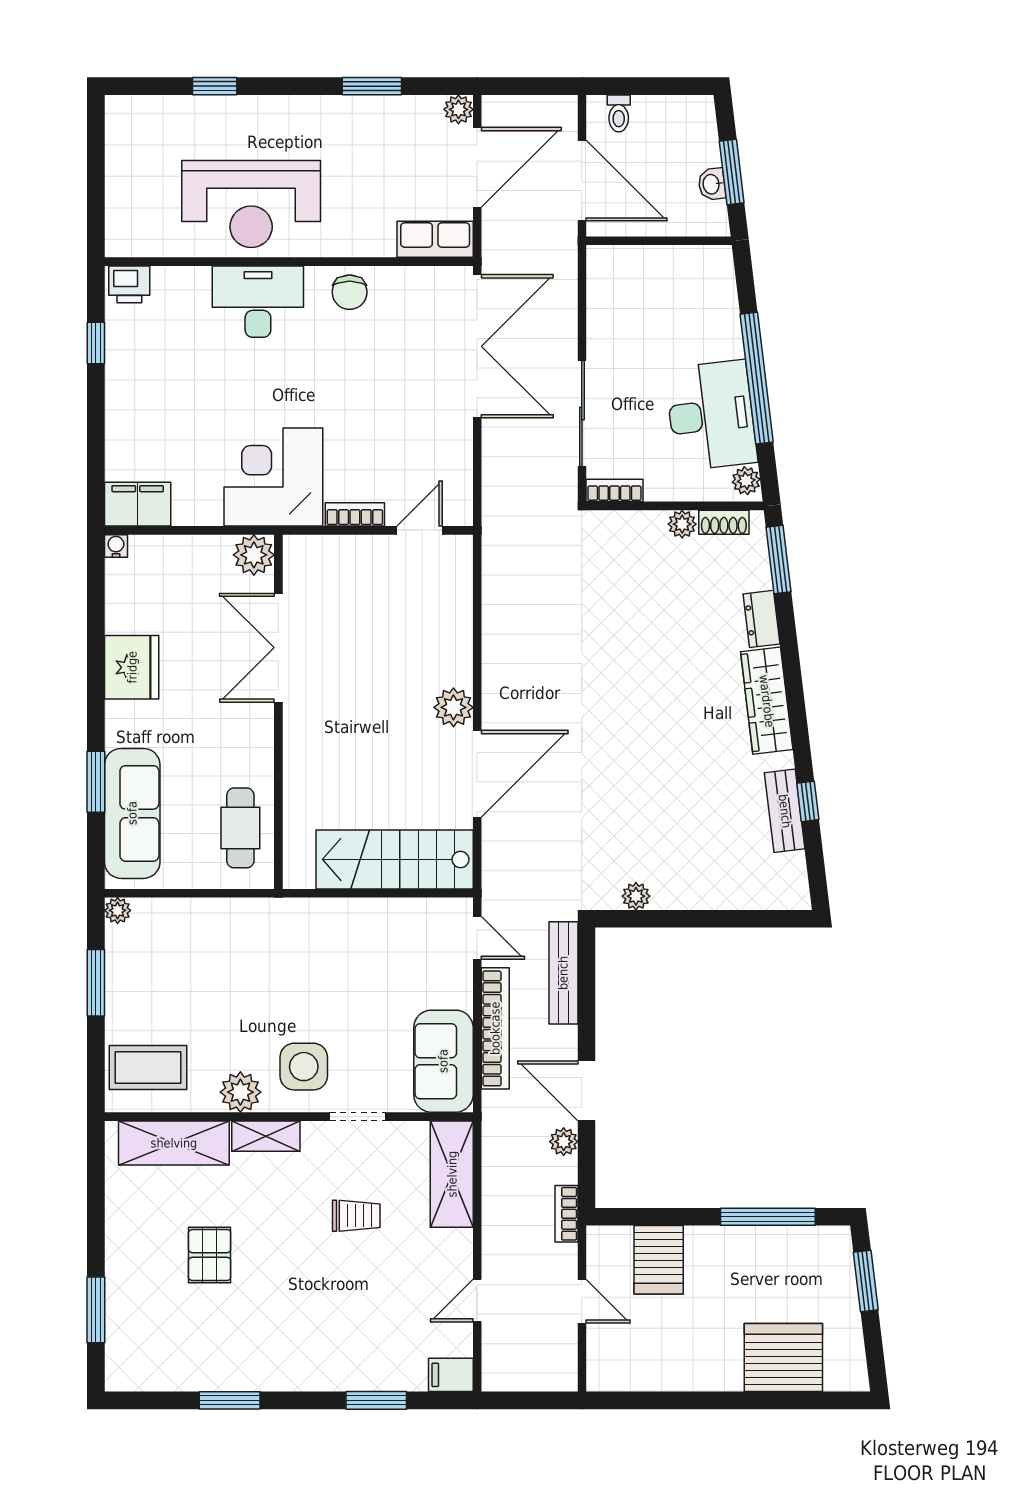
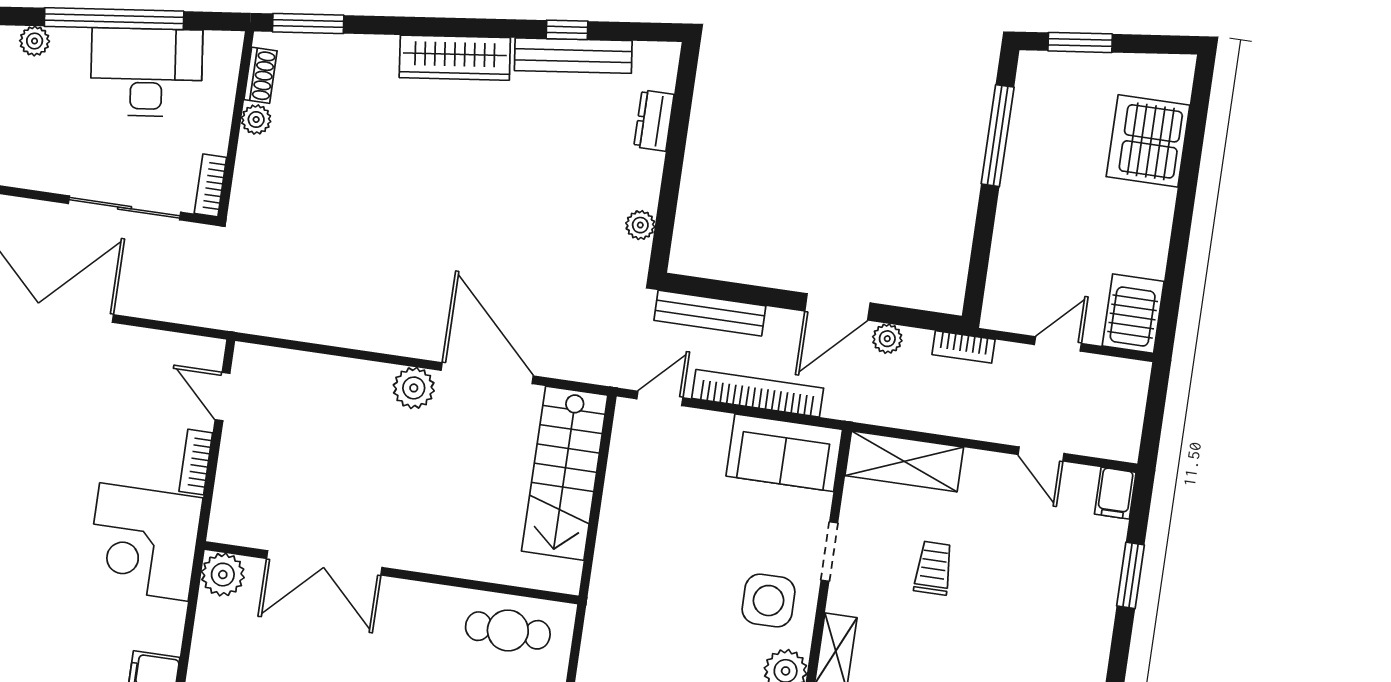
plant: (746, 481) -> (35, 41), moved
dresser: (762, 619) -> (654, 121), moved, turned 97
bench: (785, 811) -> (573, 56), width x1.36
server rack: (659, 1260) -> (1133, 314), moved, turned -90

